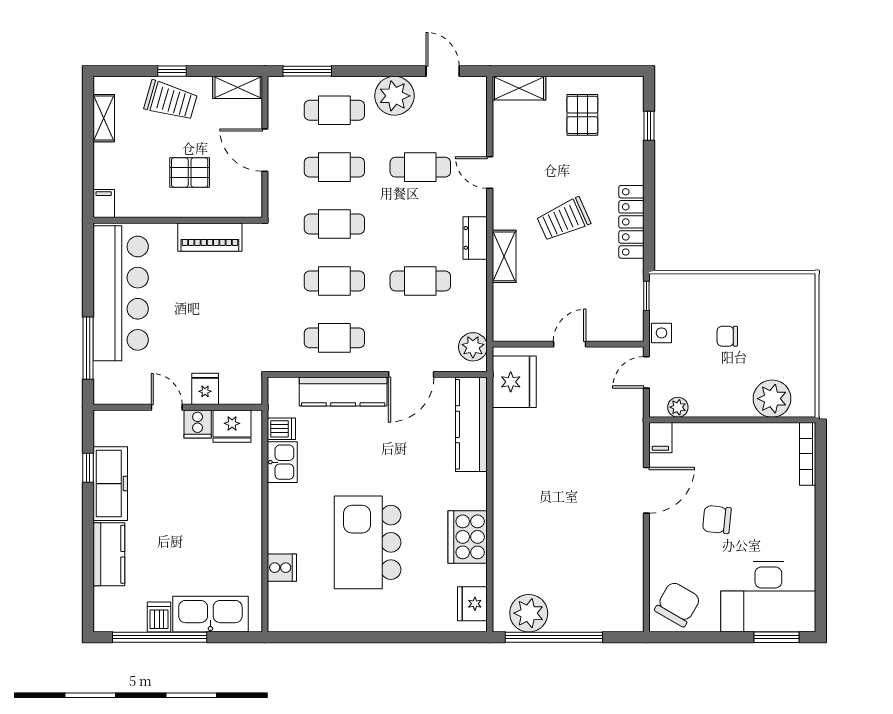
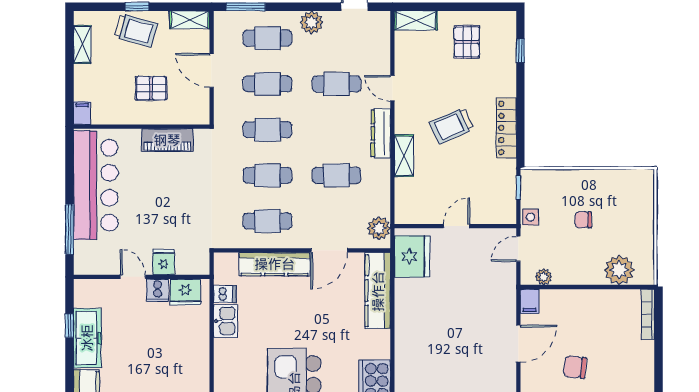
plant: (394, 96) -> (312, 22), width x0.73, depth x0.73
dresser: (475, 238) -> (381, 133), width x1.44

